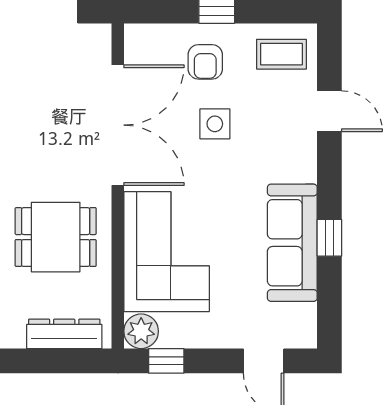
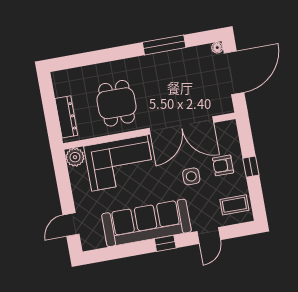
coffee table: (281, 54) -> (234, 205), turned 90
window: (329, 238) -> (165, 243), moved
sofa: (292, 243) -> (146, 223), width x1.36, depth x1.27
window: (166, 361) -> (62, 173), removed

